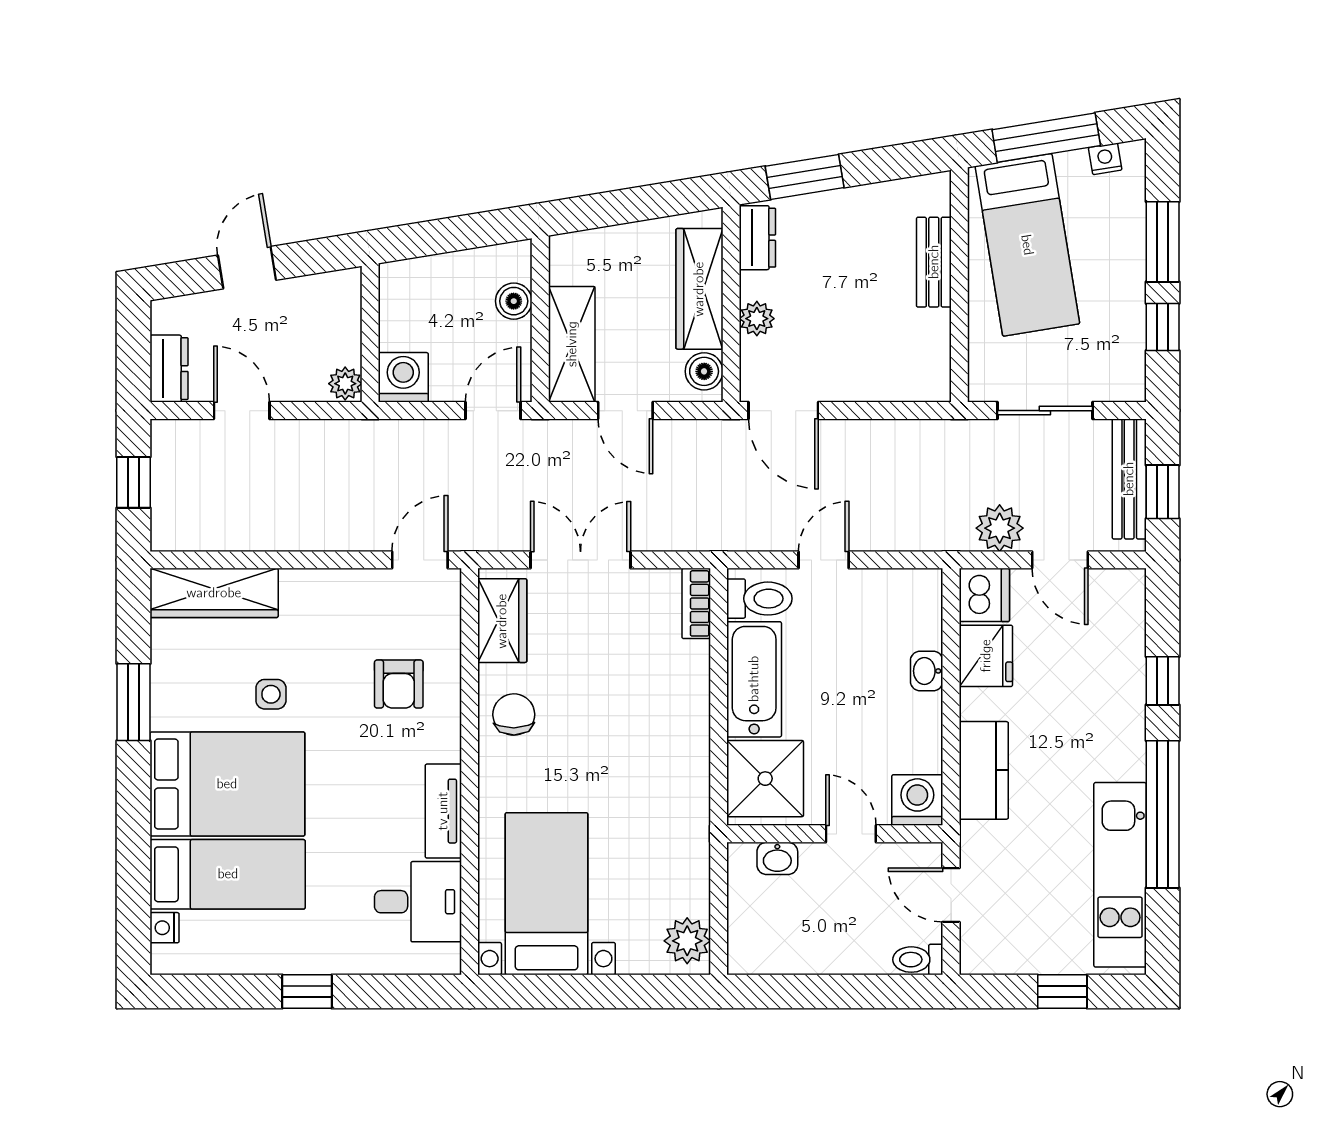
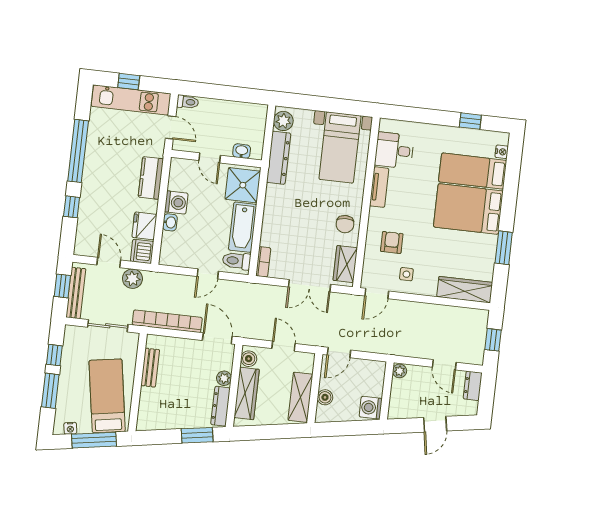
dresser: (757, 238) -> (220, 406), width x1.44
bench: (934, 262) -> (150, 368), moved
shelving: (572, 344) -> (300, 397), moved
washing machine: (403, 377) -> (371, 408), moved, turned 90
bookcase: (906, 437) -> (167, 321), added
side table: (271, 694) -> (406, 274), moved
washing machine: (917, 800) -> (176, 202), moved, turned -90
dresser: (688, 853) -> (279, 158), added
kitchen unit: (1120, 875) -> (131, 100), moved, turned 90
window: (307, 991) -> (470, 121), moved

